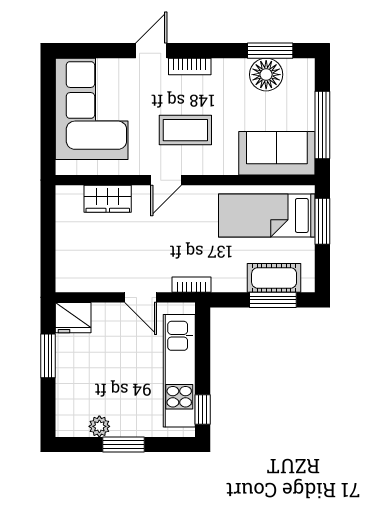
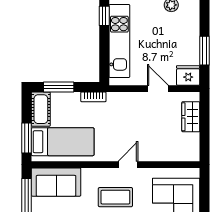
wardrobe: (108, 199) -> (191, 117), moved, turned -90
cot: (274, 278) -> (41, 109), moved, turned 90
bookcase: (191, 285) -> (93, 97), moved
door: (141, 297) -> (158, 89), moved

